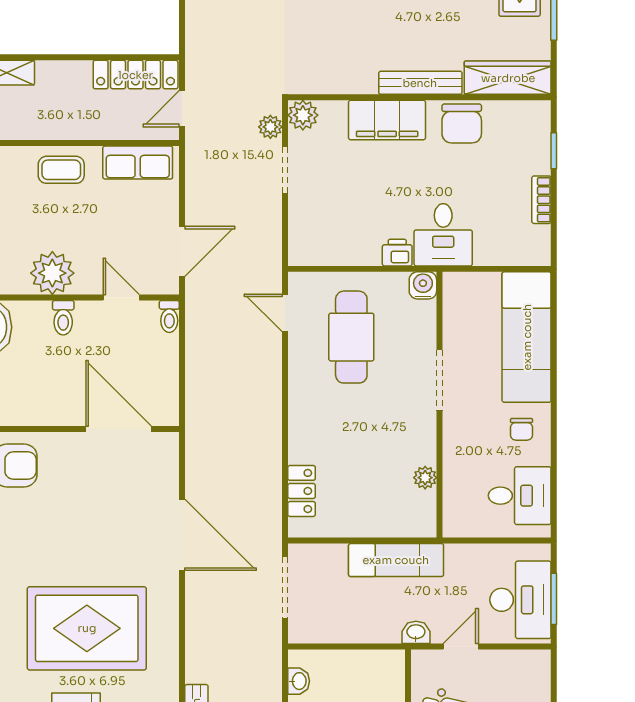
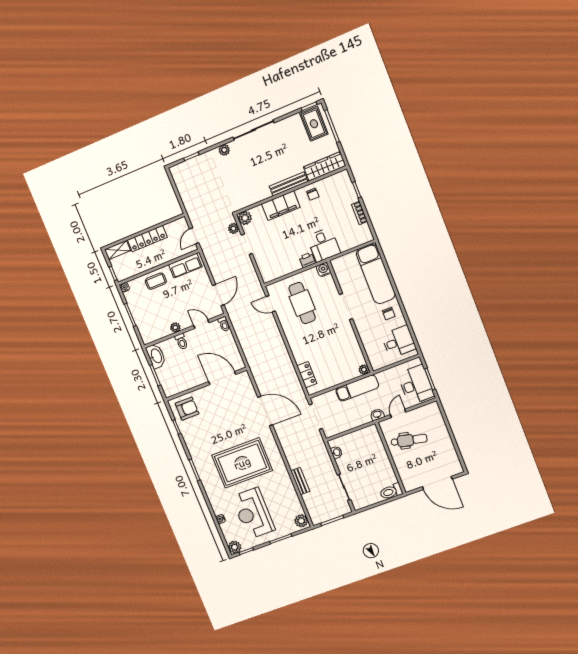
locker: (136, 75) -> (147, 239), moved
chair: (462, 123) -> (313, 194), width x0.54, depth x0.54
plant: (52, 273) -> (175, 328), width x0.53, depth x0.53
plant: (425, 478) -> (364, 370), moved

